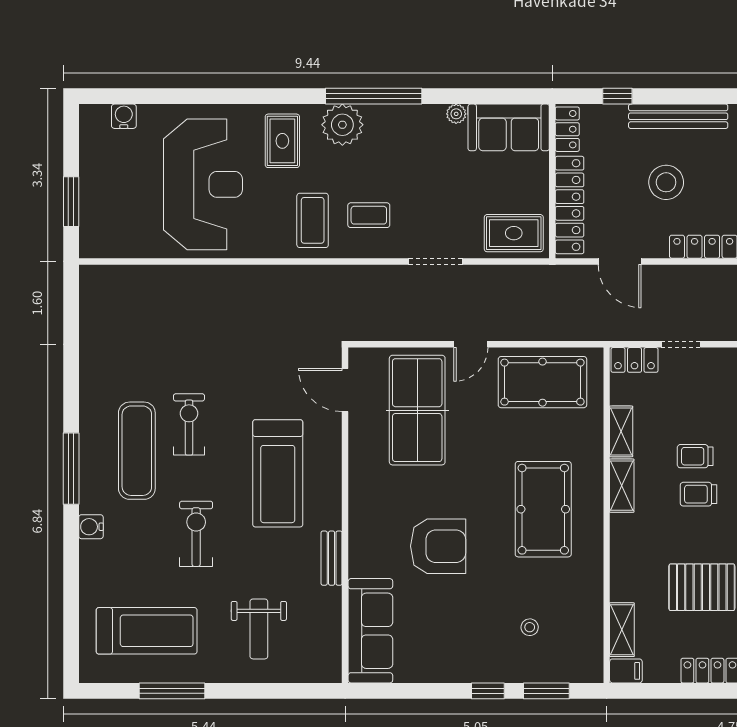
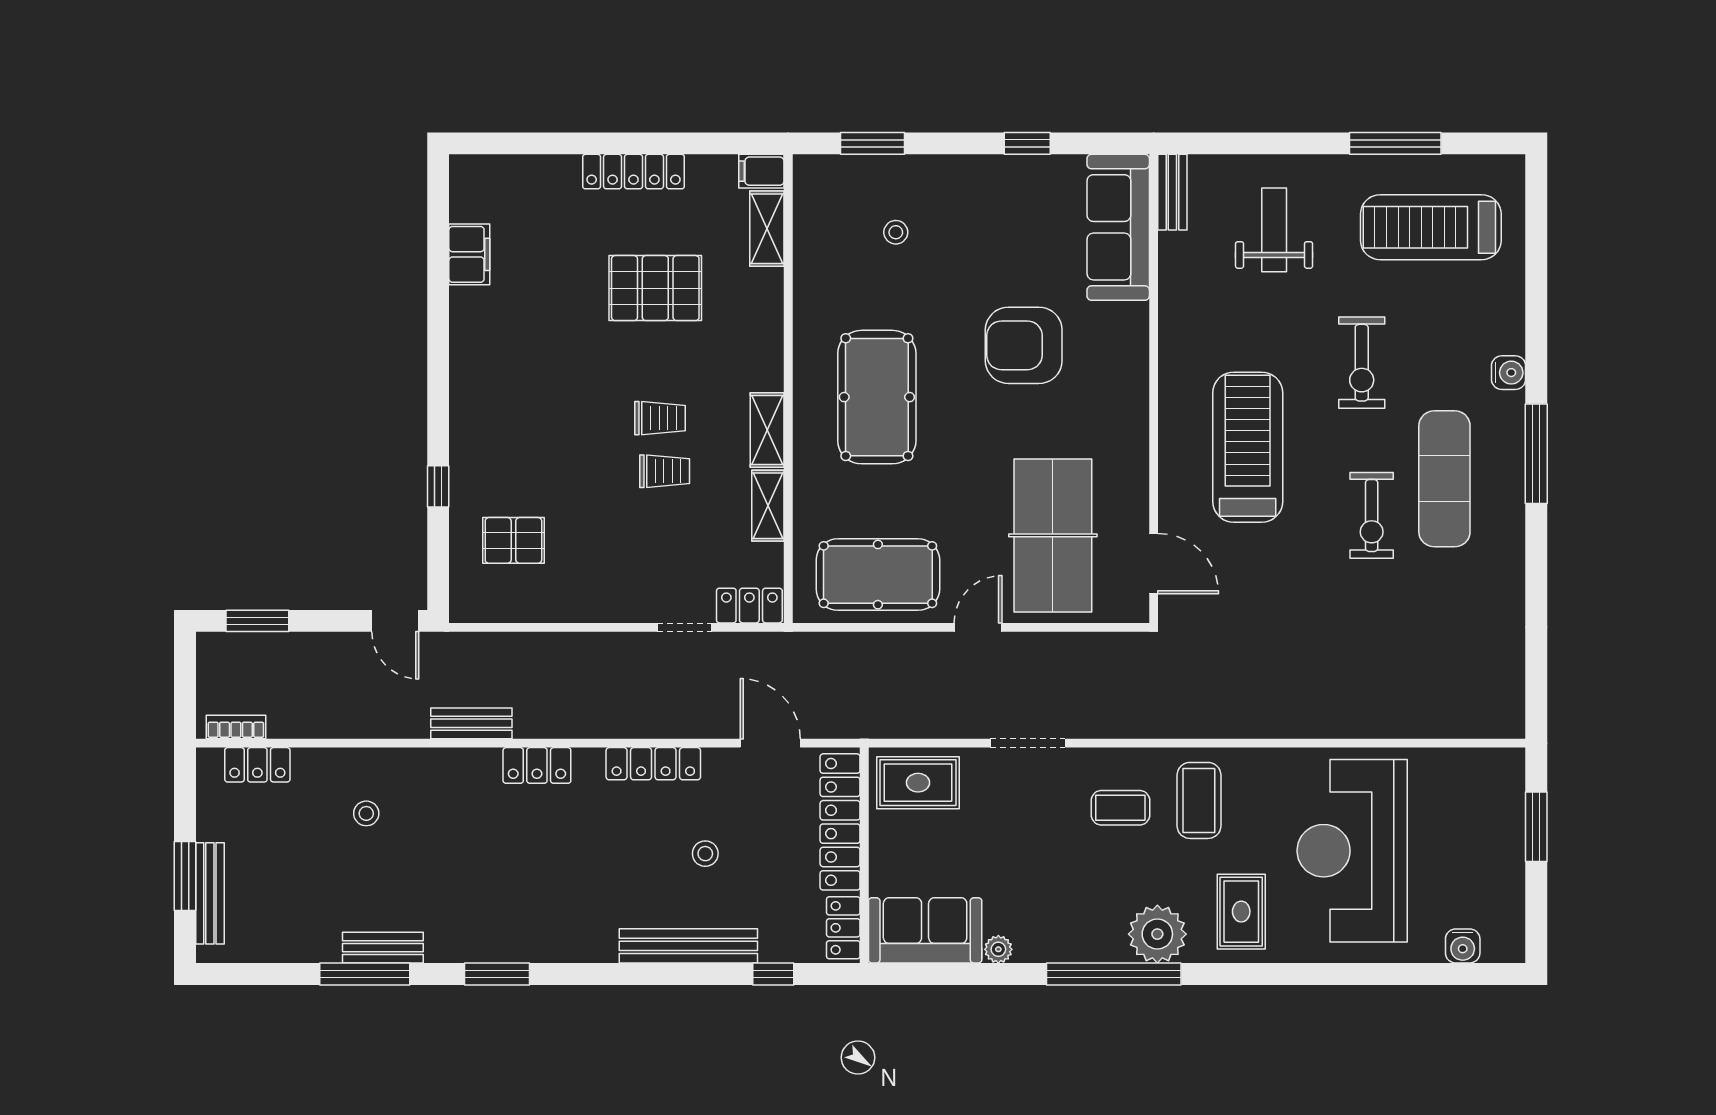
stool: (666, 182) -> (705, 854), width x0.53, depth x0.53
bench: (332, 558) -> (1172, 192), moved
window: (488, 691) -> (1027, 143), moved

